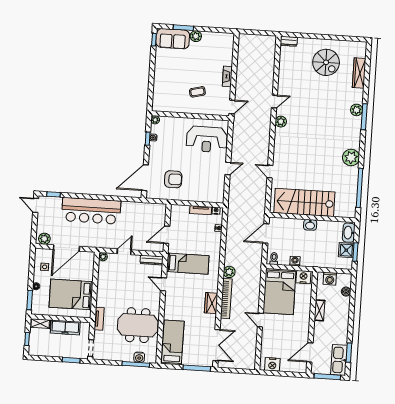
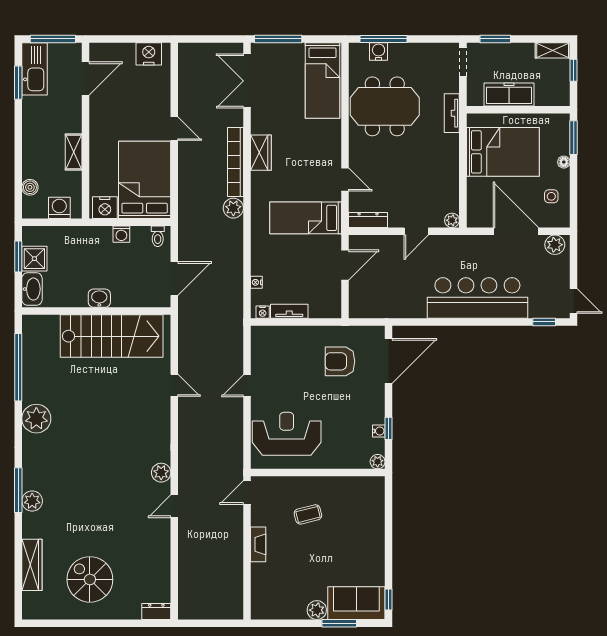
door: (66, 248) -> (516, 231), hinge flipped
shelving: (40, 324) -> (553, 50), moved

